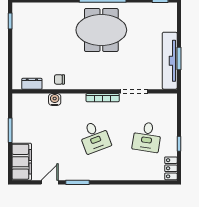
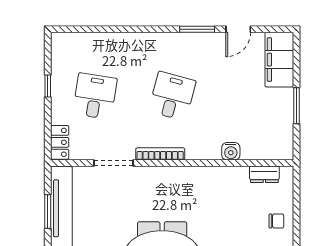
chair: (59, 79) -> (276, 221), moved
desk: (95, 137) -> (172, 96), turned 36
locker: (171, 168) -> (60, 142), moved

